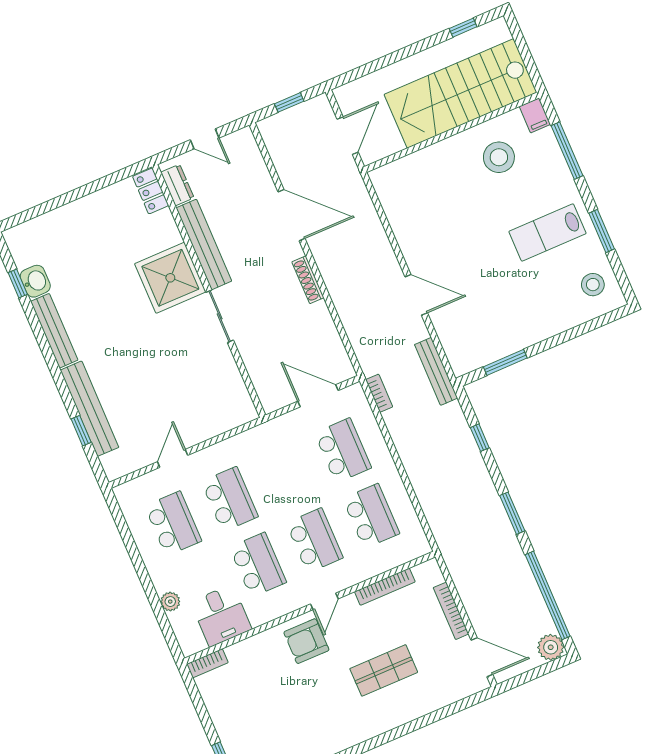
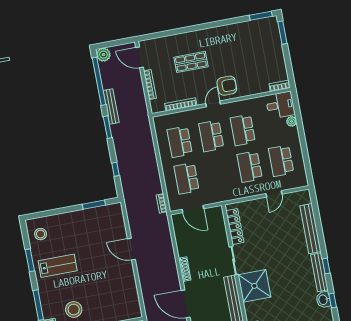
bench: (436, 371) -> (111, 106), moved
locker: (232, 381) -> (235, 227), added
window: (81, 431) -> (326, 266), moved
desk: (221, 616) -> (280, 105), moved, turned 90

